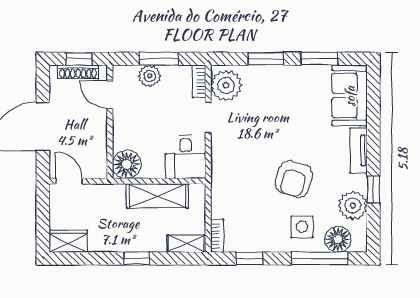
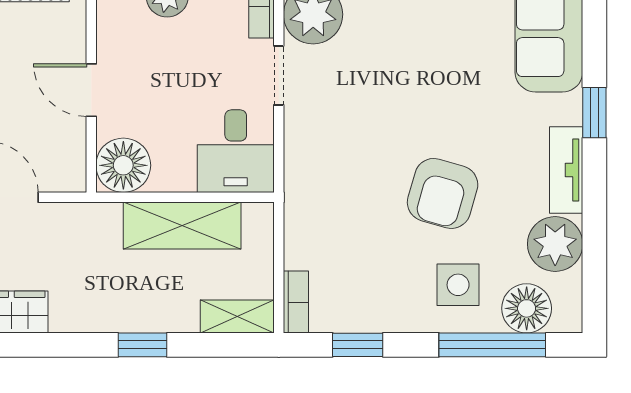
door: (110, 94) -> (91, 90), moved
tv unit: (359, 150) -> (566, 170), moved
window: (373, 190) -> (594, 113), moved

